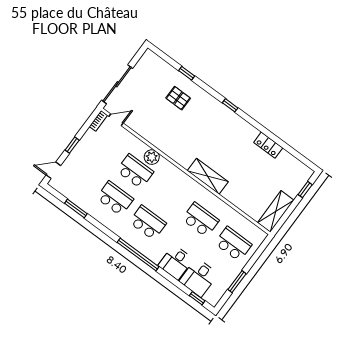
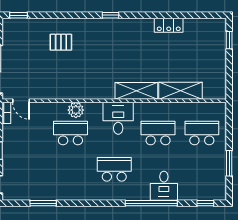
window: (187, 73) -> (19, 15), moved
door: (116, 120) -> (21, 101), swing flipped
school desk: (115, 198) -> (70, 169), removed
shelving: (276, 211) -> (180, 91), moved, turned 90
window: (138, 254) -> (151, 203), moved
desk: (199, 277) -> (118, 118), moved, turned 180

